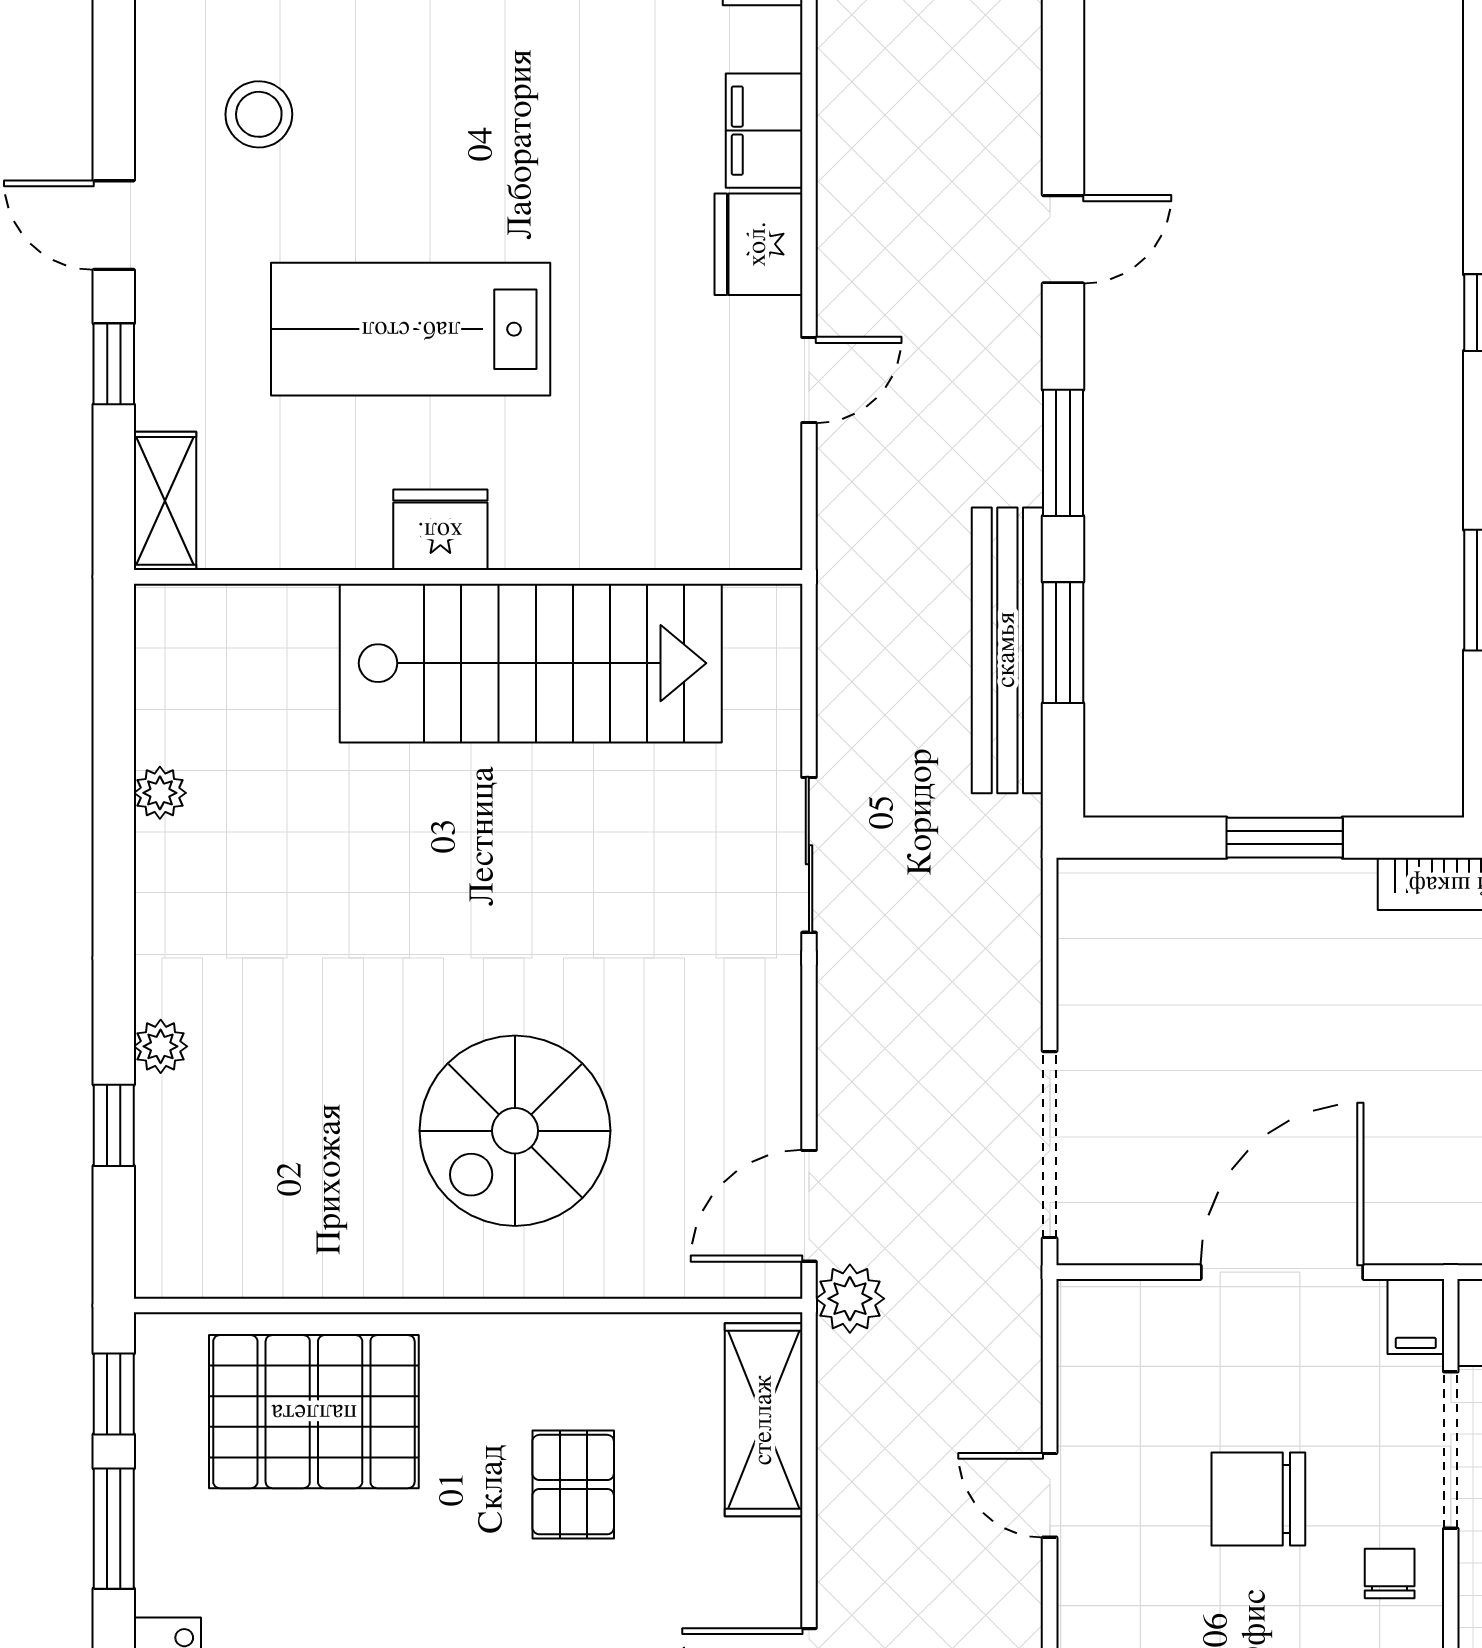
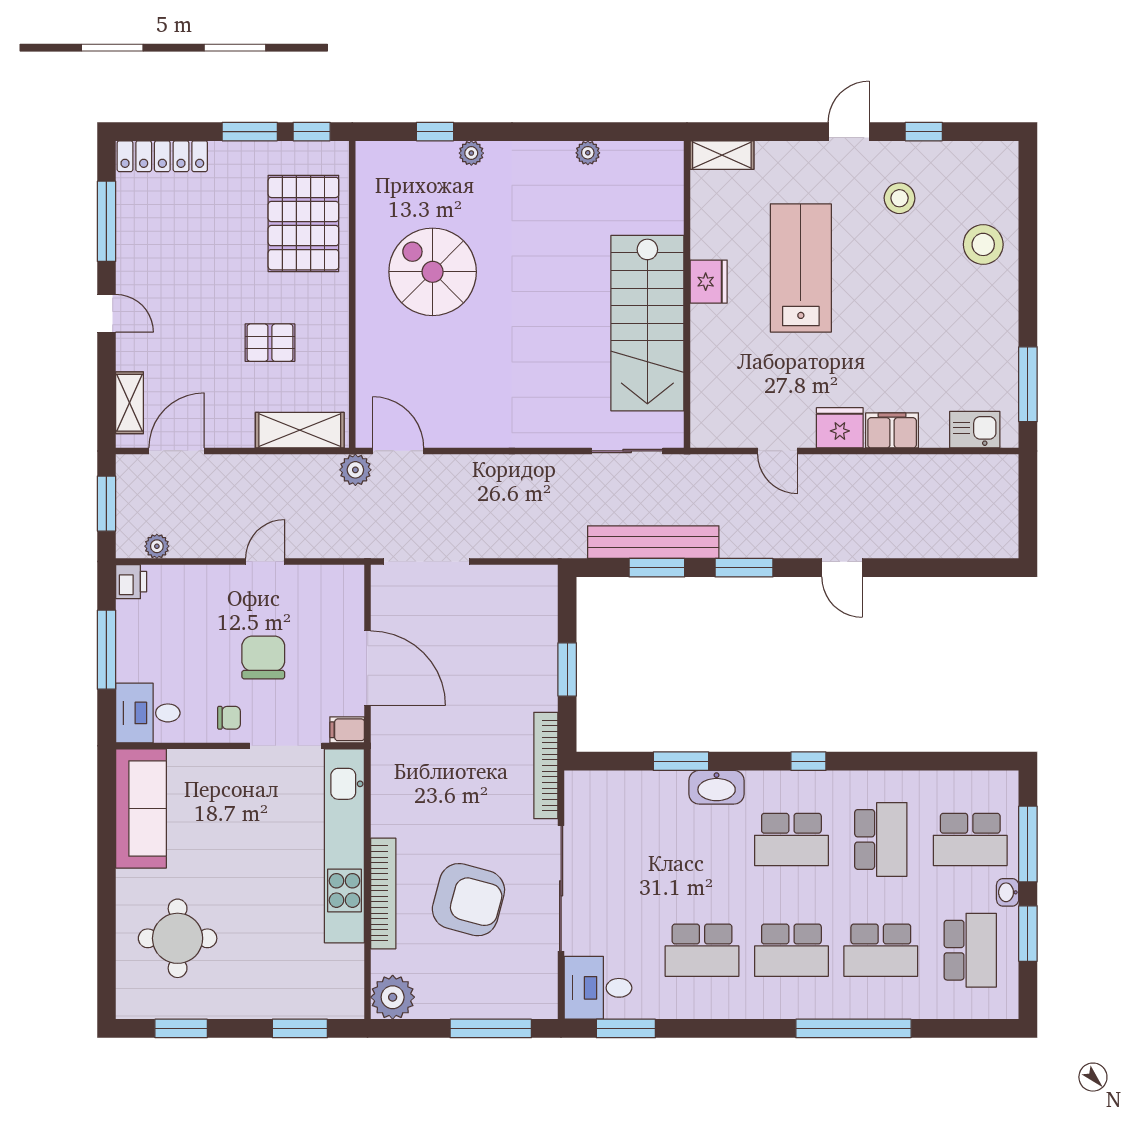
window: (114, 364) -> (924, 132), moved
sliding door: (809, 855) -> (627, 451), moved
spiral stairs: (515, 1131) -> (433, 272), moved

